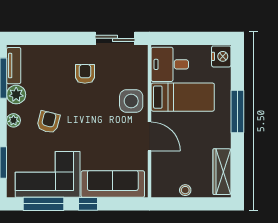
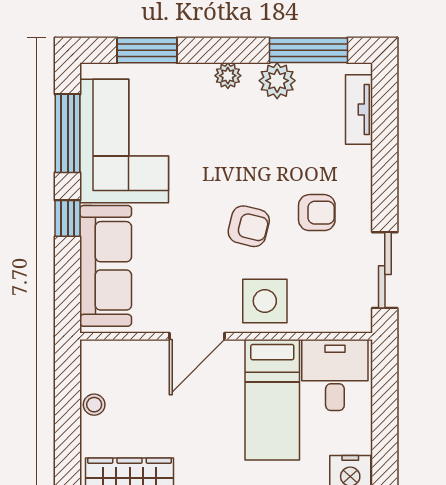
tv unit: (14, 66) -> (359, 109), moved, turned 90
armchair: (48, 122) -> (249, 226), moved

